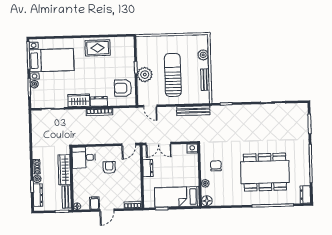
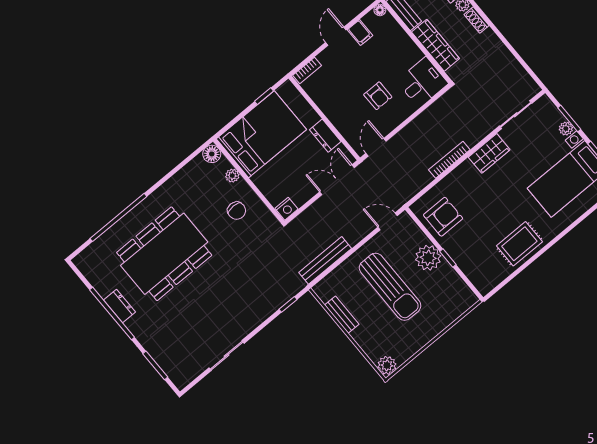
plant: (203, 55) -> (387, 365), moved
dresser: (99, 101) -> (461, 173), removed
dresser: (305, 194) -> (120, 306), moved
bed: (177, 197) -> (261, 134), width x1.50

